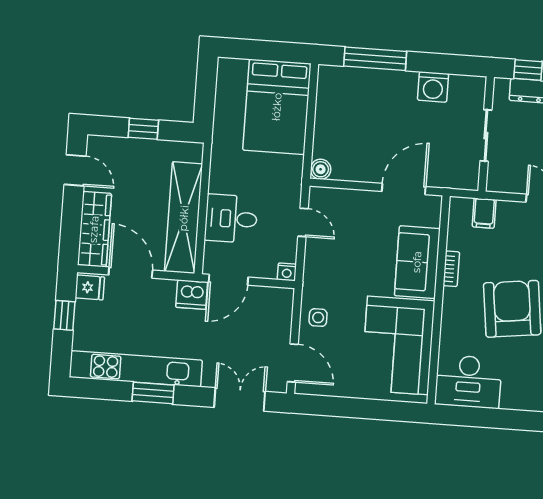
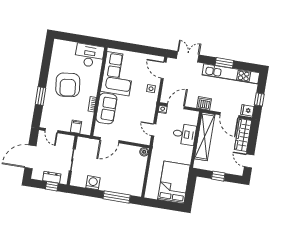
bed: (277, 107) -> (174, 182), moved
door: (228, 280) -> (176, 106), moved
double door: (240, 399) -> (188, 57), swing flipped

